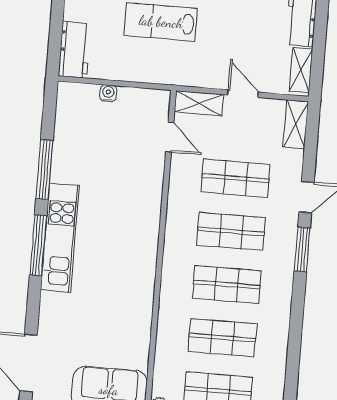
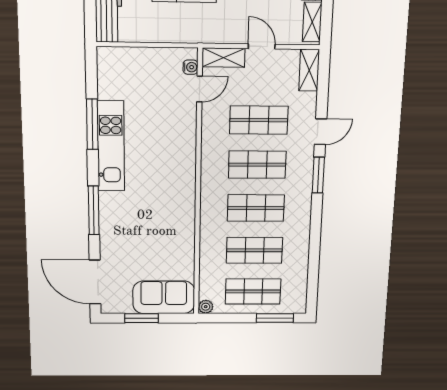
water cooler: (108, 93) -> (190, 67), moved, turned 90
door: (170, 137) -> (200, 89), hinge flipped
kitchen unit: (60, 238) -> (111, 146), moved
window: (38, 245) -> (94, 210), moved

